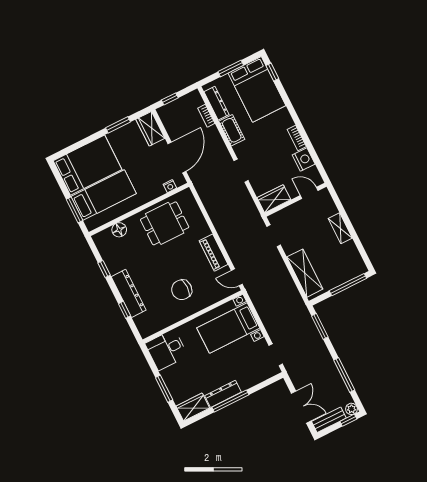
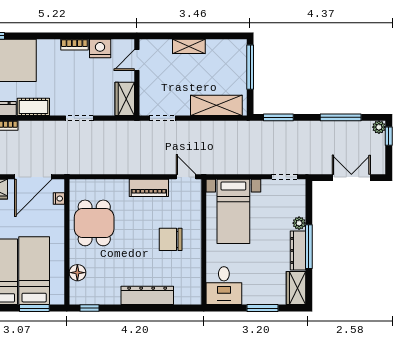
door: (177, 157) -> (33, 177), swing flipped
window: (104, 269) -> (89, 308), moved
door: (237, 277) -> (186, 177), swing flipped
chair: (182, 290) -> (171, 239), turned 90
window: (125, 310) -> (162, 308), removed
plant: (245, 384) -> (299, 223), added
bench: (329, 420) -> (378, 156), removed

